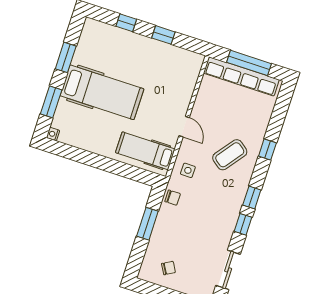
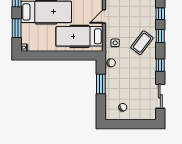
door: (184, 127) -> (104, 16), swing flipped
hospital bed: (145, 151) -> (80, 36), width x1.37, depth x1.29
coffee table: (230, 155) -> (142, 43), moved
window: (252, 197) -> (160, 36), moved

